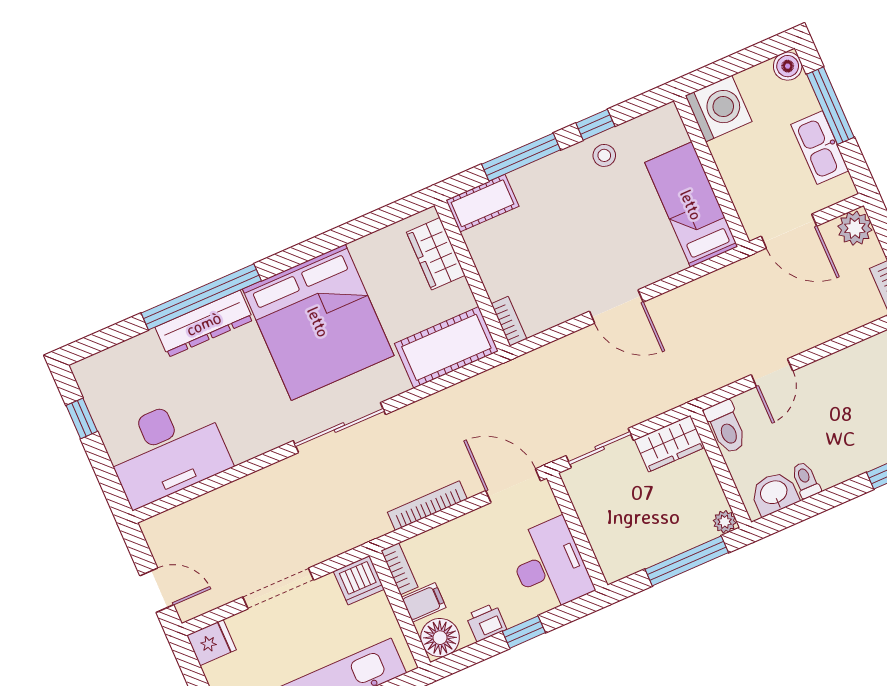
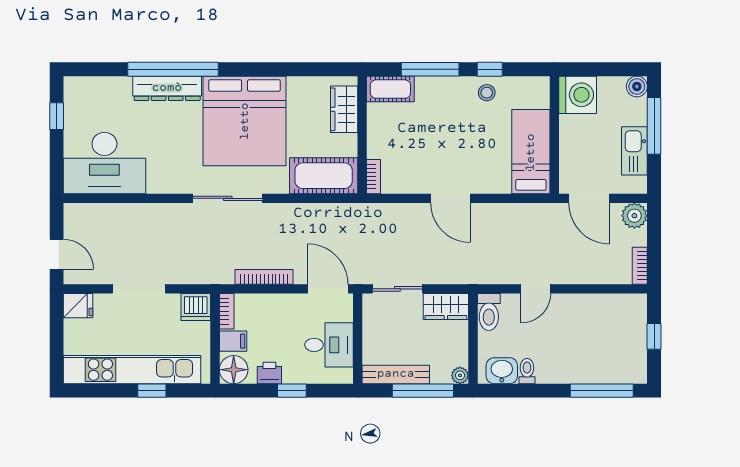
bench: (644, 555) -> (396, 374), added
desk: (550, 565) -> (329, 345), width x0.73

